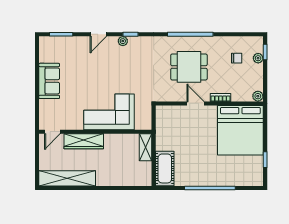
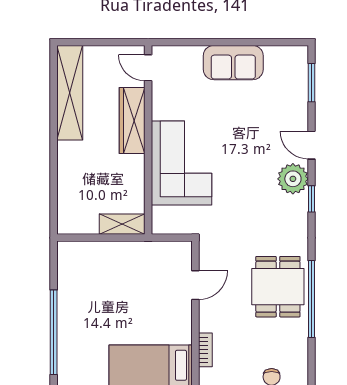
plant: (123, 41) -> (293, 179), width x1.88, depth x1.88
dining table: (189, 67) -> (278, 287), moved
door: (196, 103) -> (195, 285), moved
cot: (165, 168) -> (86, 256), removed

